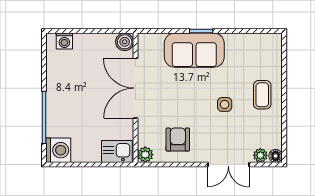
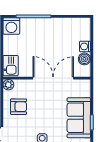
washing machine: (64, 41) -> (85, 46), moved
boiler: (125, 42) -> (84, 59), moved

